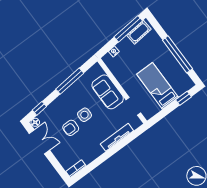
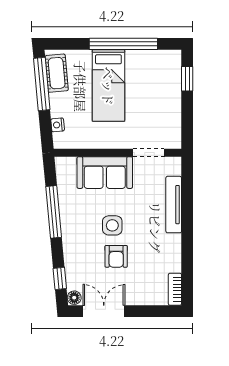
bed: (158, 86) -> (108, 86), moved, turned -90

